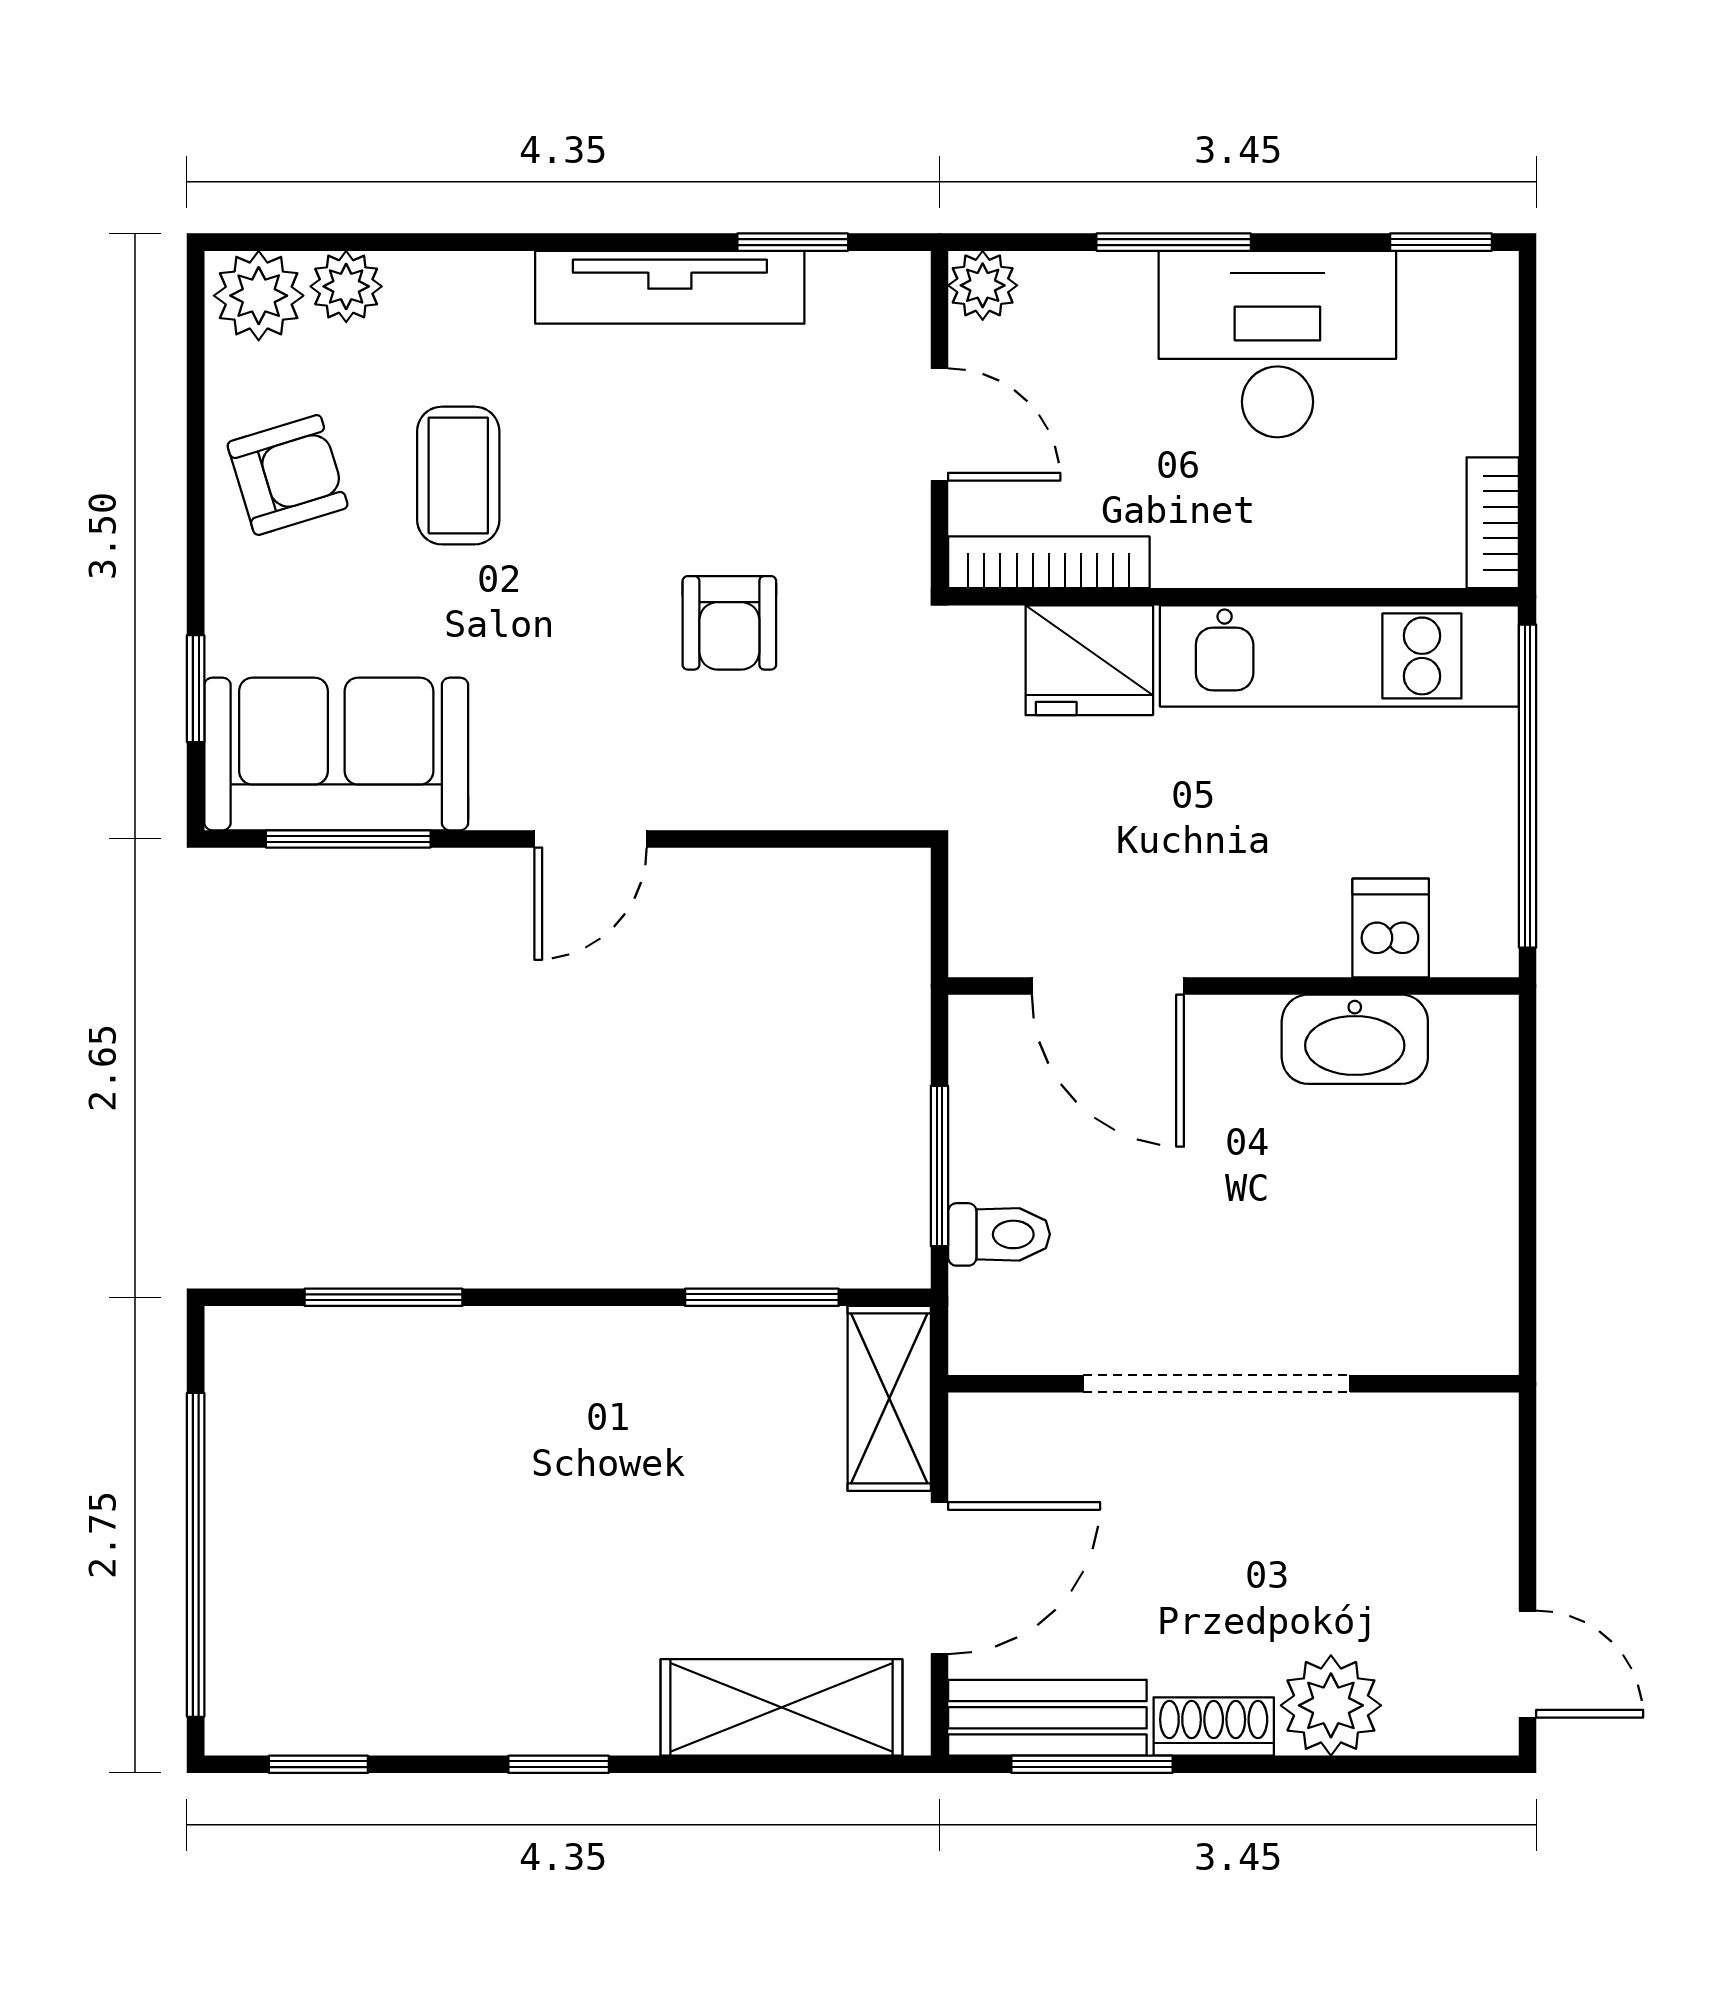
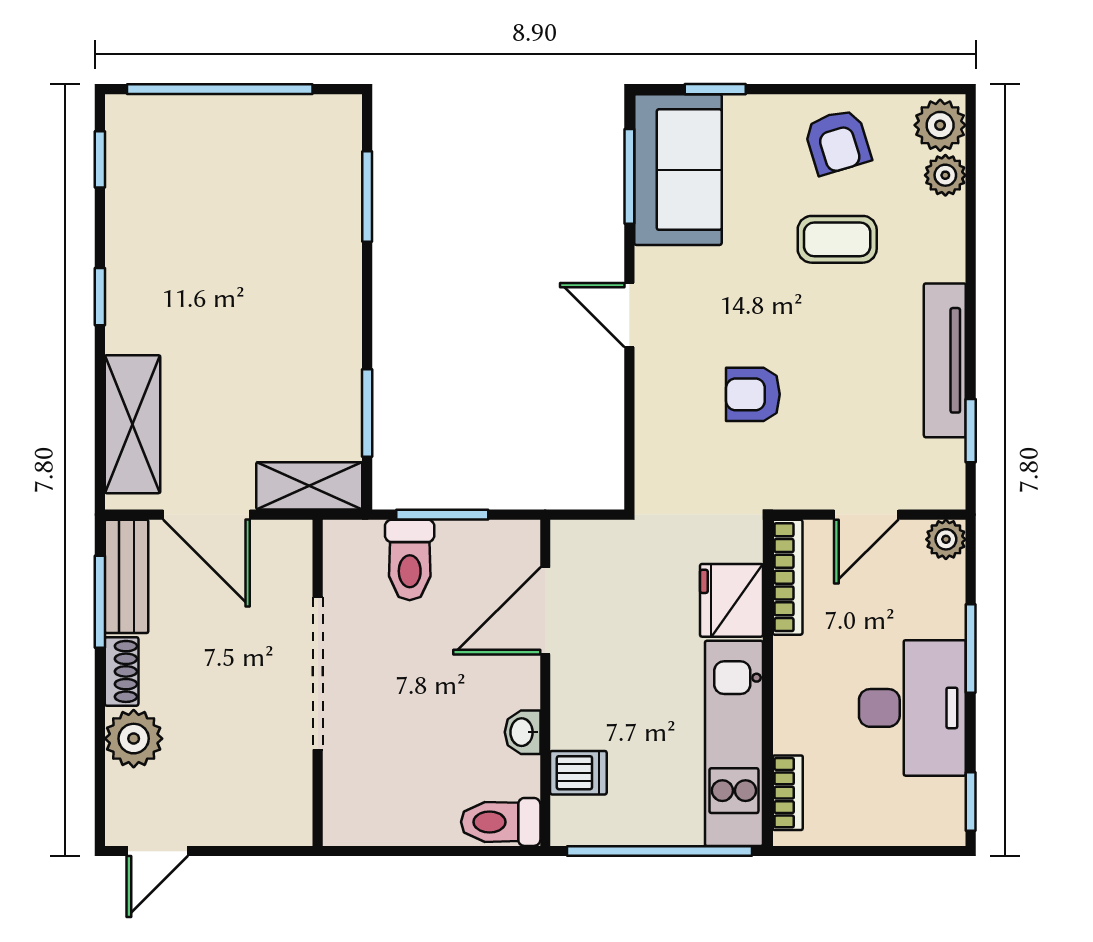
bookcase: (1493, 523) -> (788, 793), moved, turned 90
washbasin: (1355, 1039) -> (523, 732), width x0.52, depth x0.69
toilet: (1477, 1064) -> (501, 822), added
toilet: (999, 1234) -> (410, 560), width x1.37, depth x1.39

